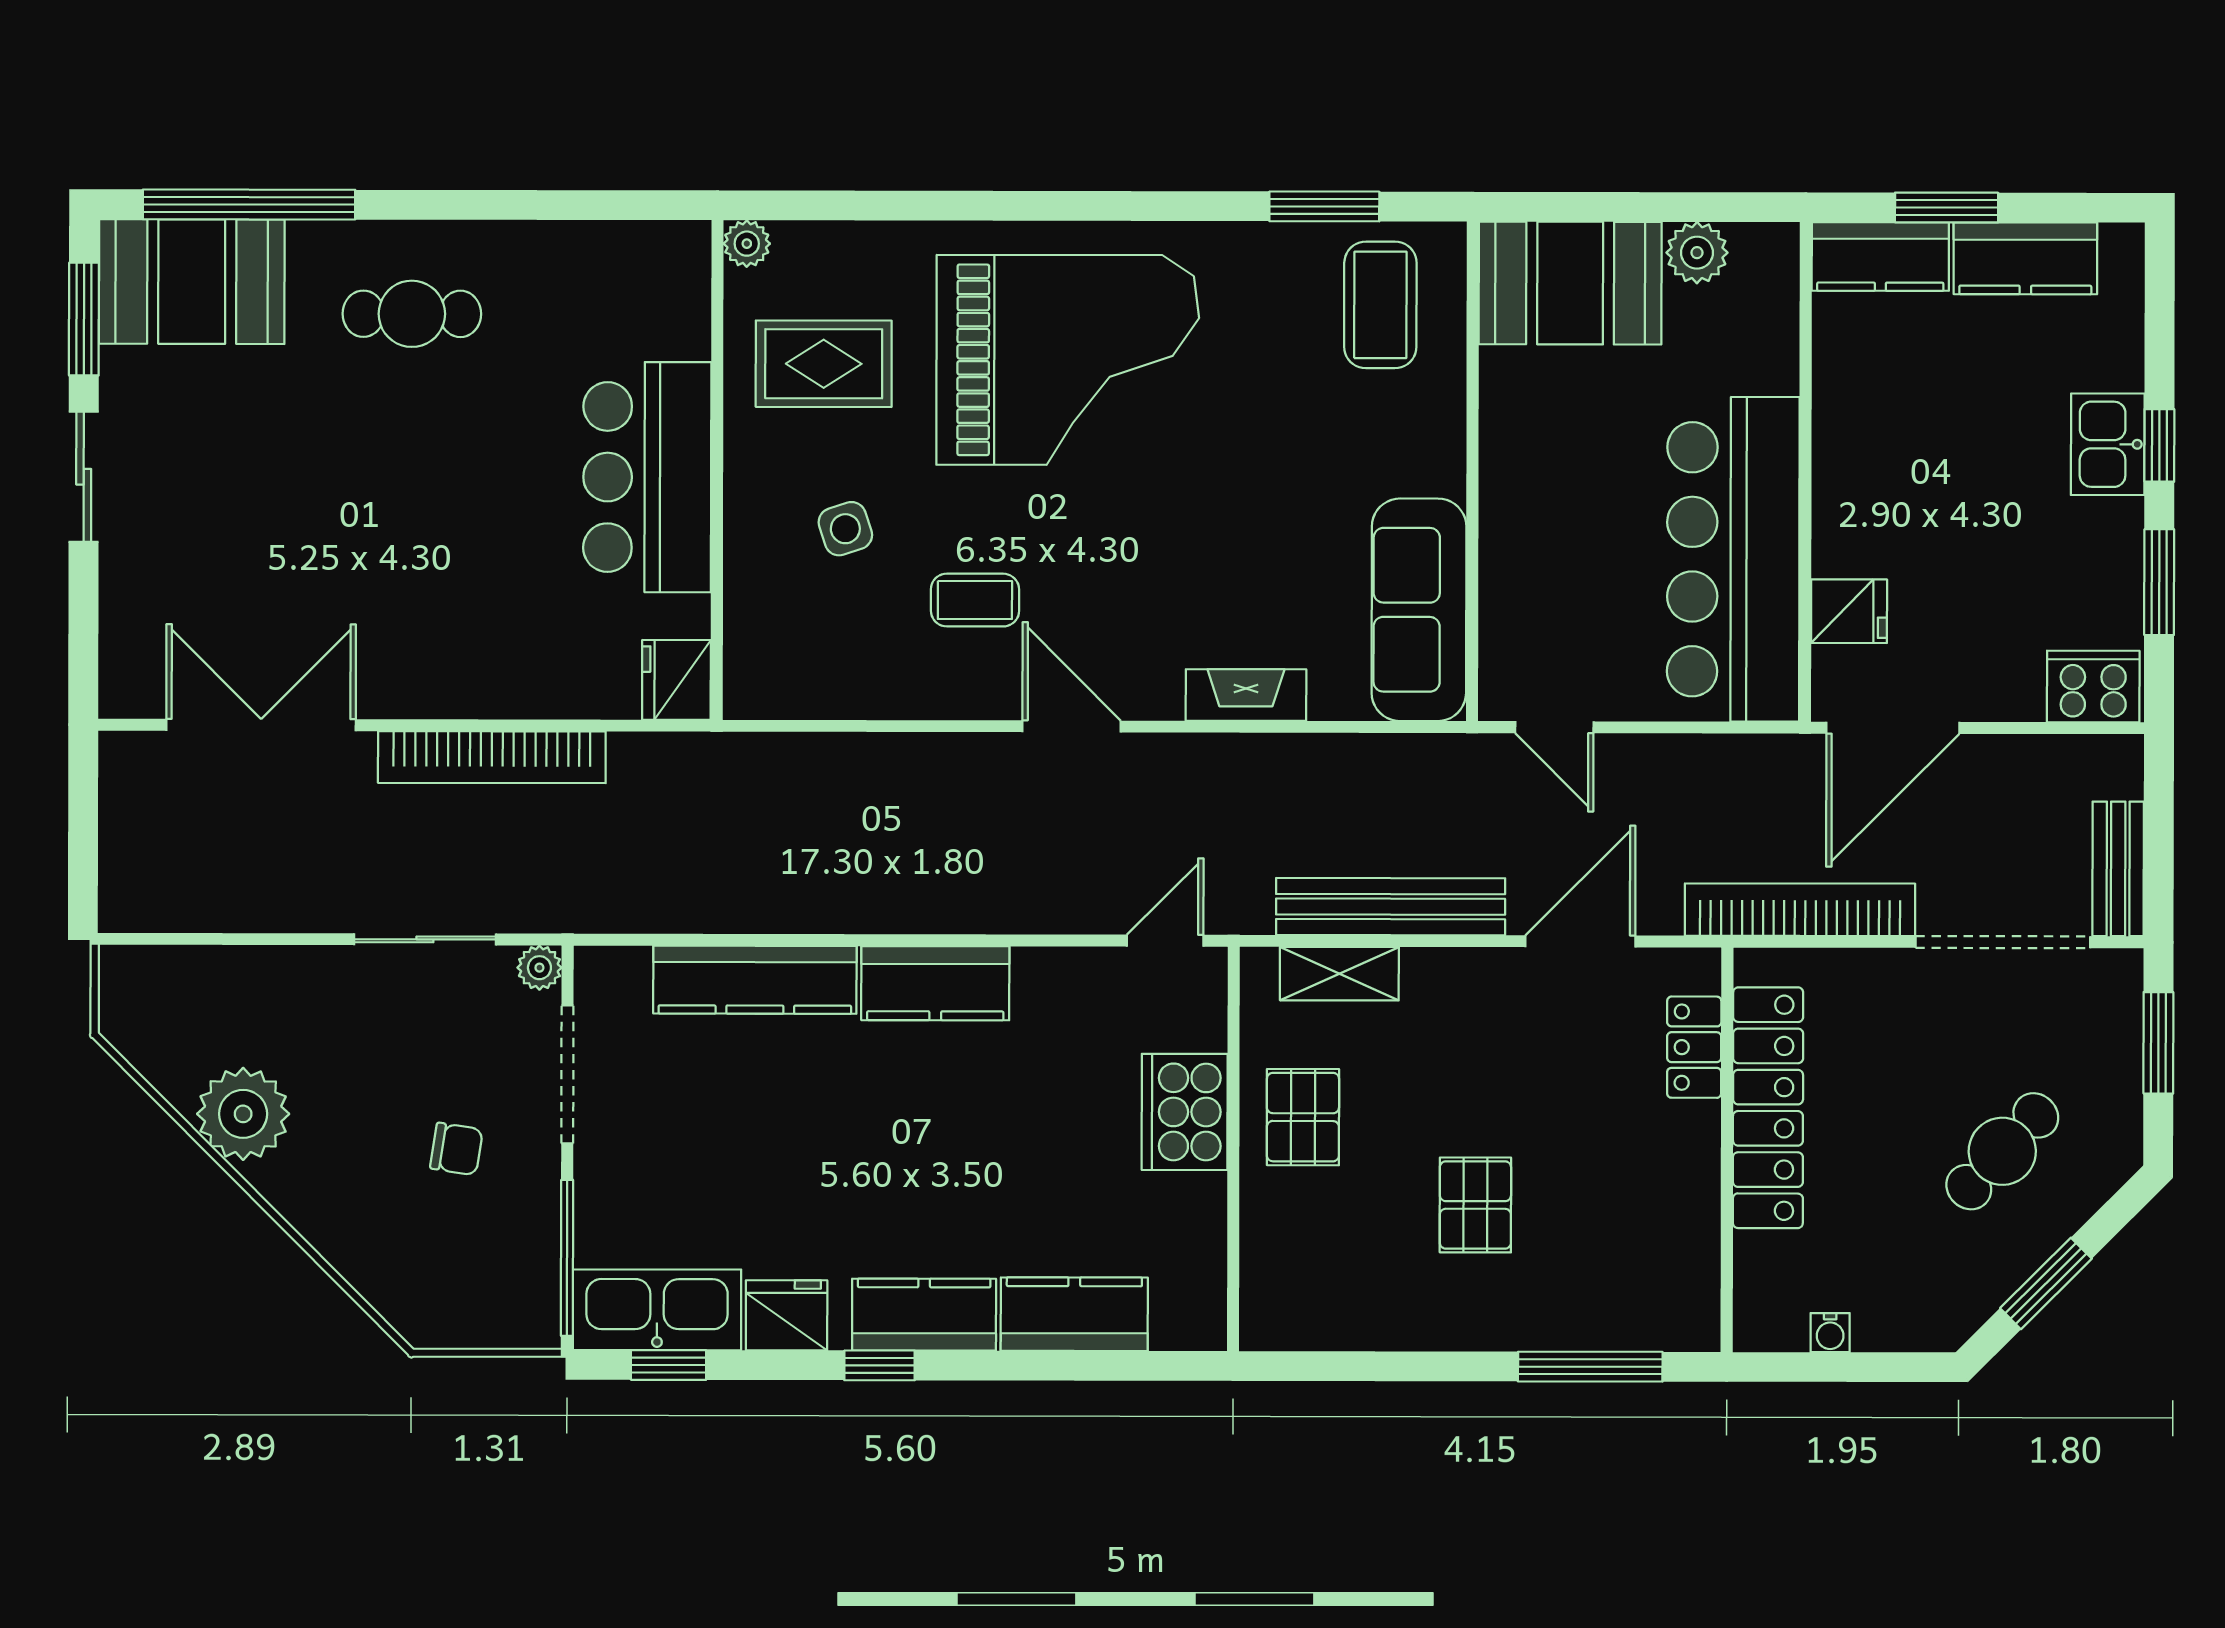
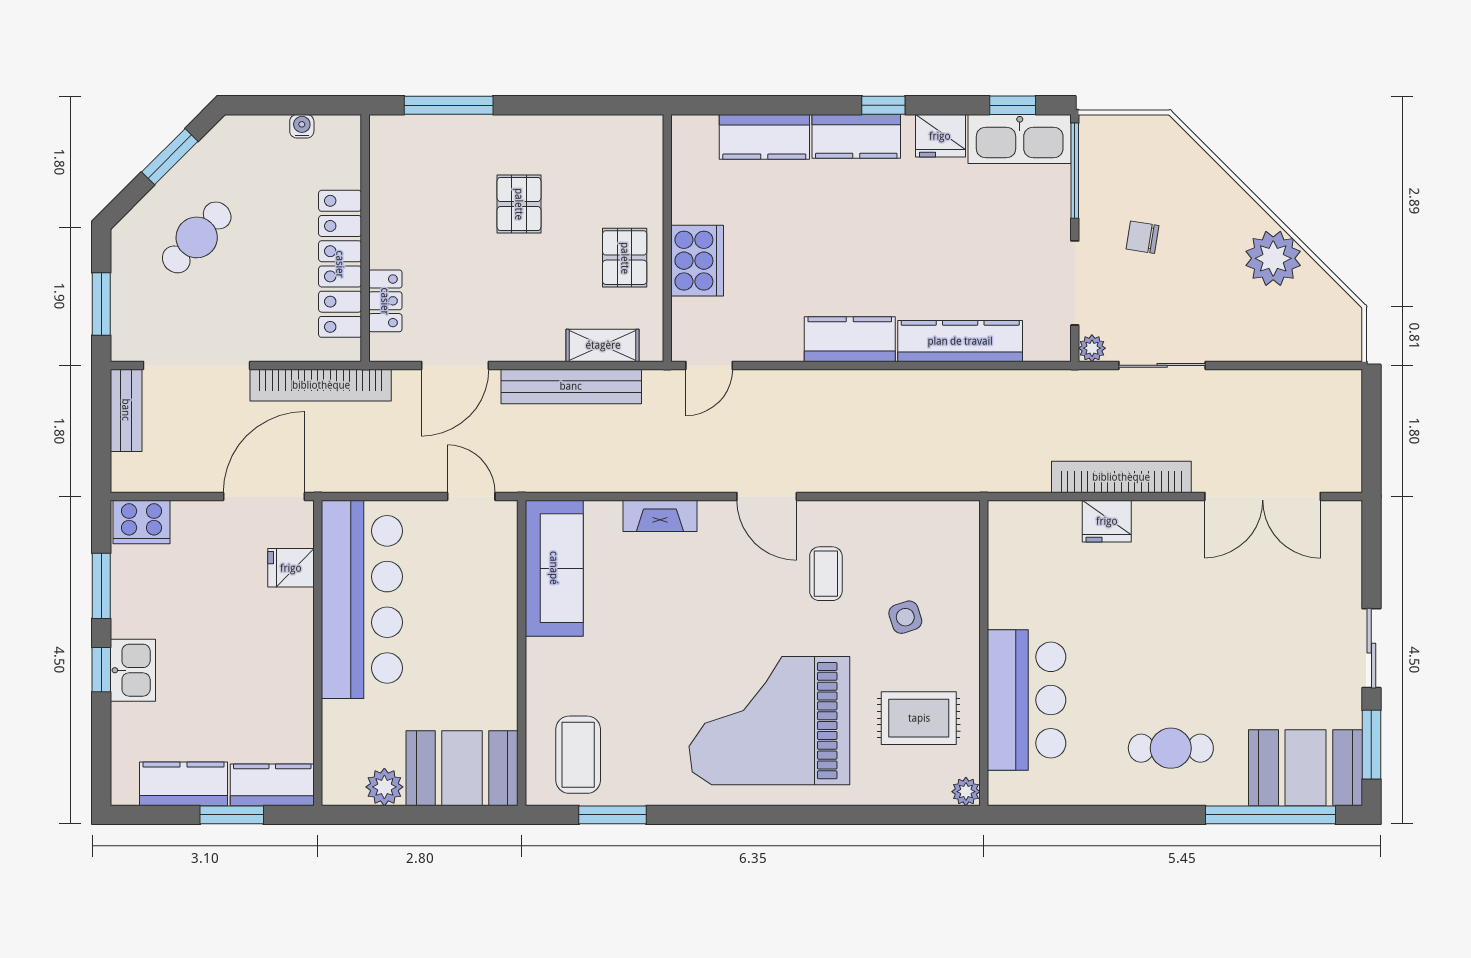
bar counter: (647, 477) -> (1027, 700), moved
coffee table: (975, 600) -> (826, 574), turned 90
fridge: (676, 680) -> (1107, 521), moved, turned 90

